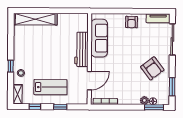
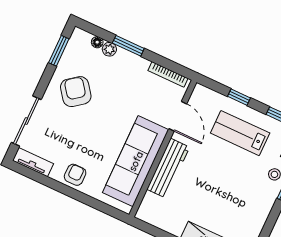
sofa: (99, 38) -> (136, 161), width x1.36, depth x1.27
door: (89, 81) -> (178, 116), swing flipped
window: (154, 107) -> (128, 46), moved

